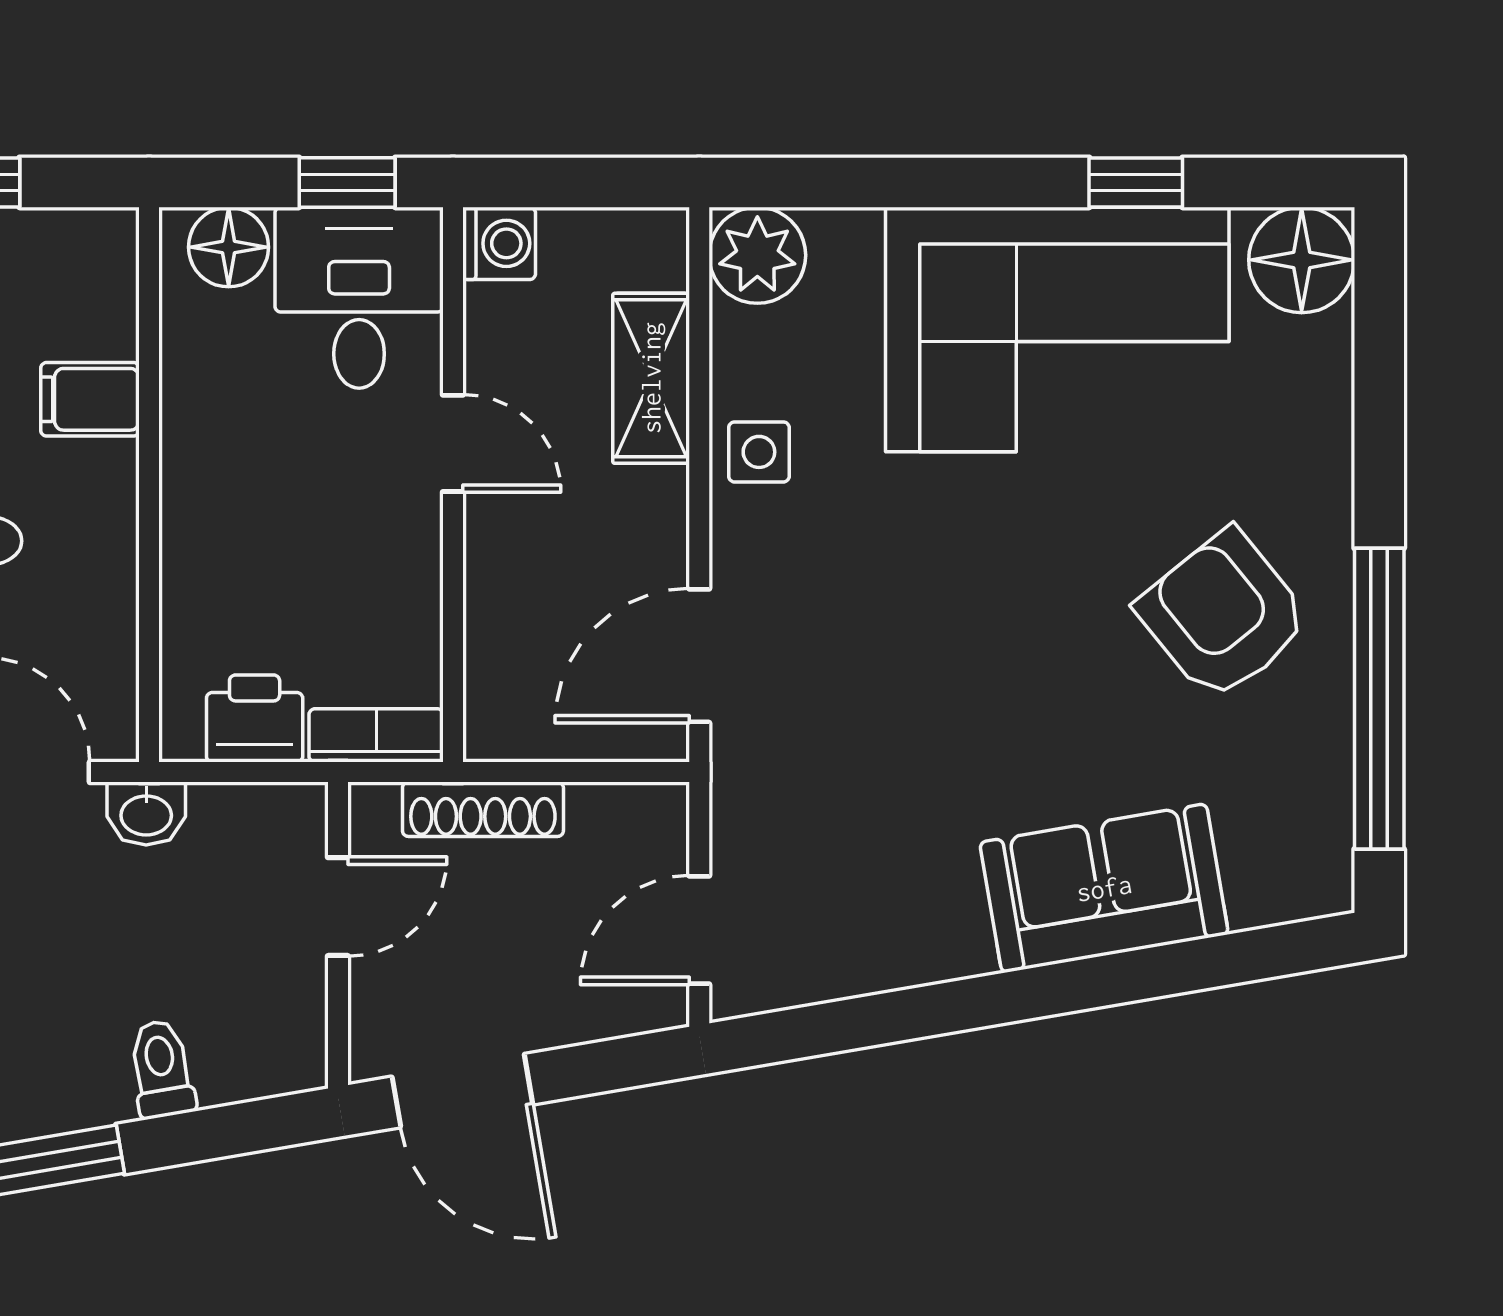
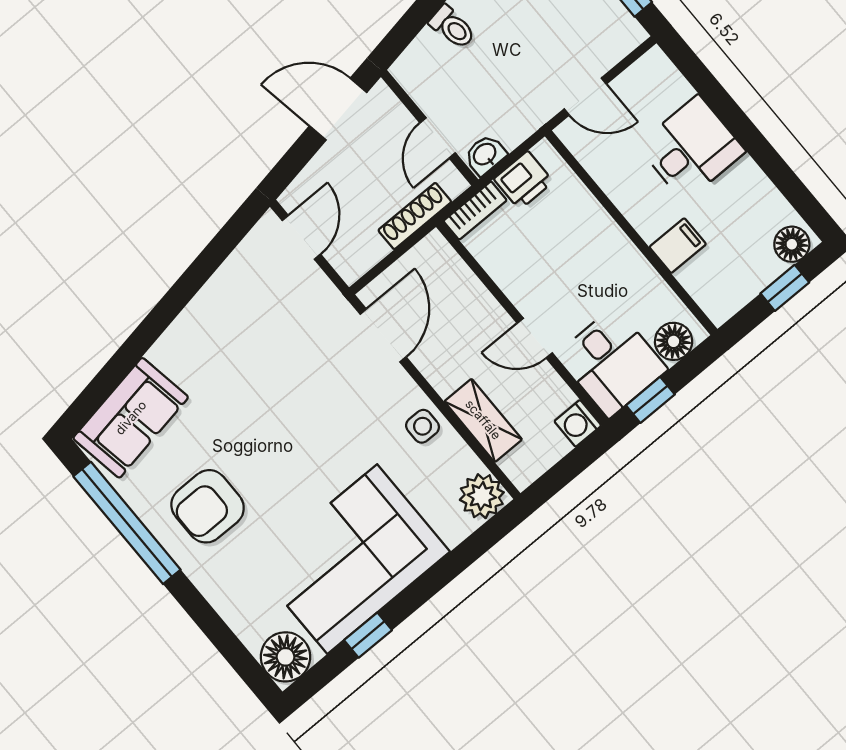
armchair: (1223, 615) -> (208, 506), turned 129
washbasin: (146, 814) -> (485, 155), moved
sofa: (1104, 888) -> (131, 418), moved

